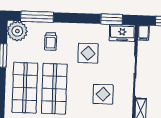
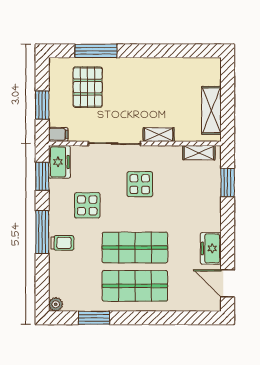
window: (37, 17) -> (42, 232), moved
plant: (17, 31) -> (56, 304), width x0.53, depth x0.53
trolley: (51, 41) -> (62, 243), moved

